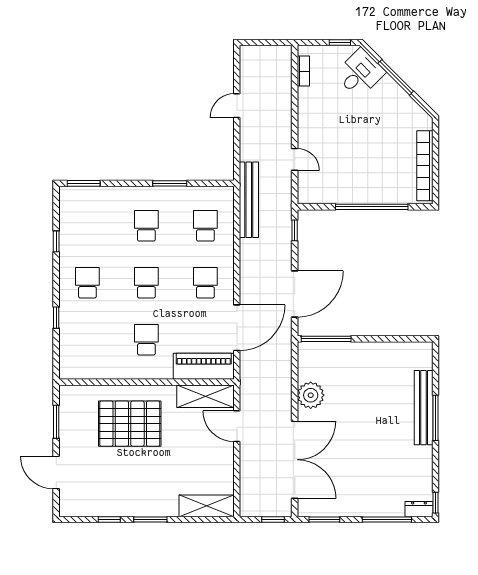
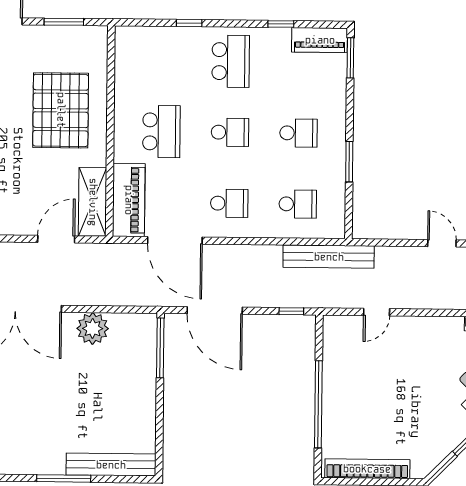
piano: (69, 209) -> (320, 40), added
school desk: (87, 283) -> (231, 61), width x1.85
school desk: (146, 340) -> (161, 132), width x1.85
bench: (424, 408) -> (111, 465), moved

